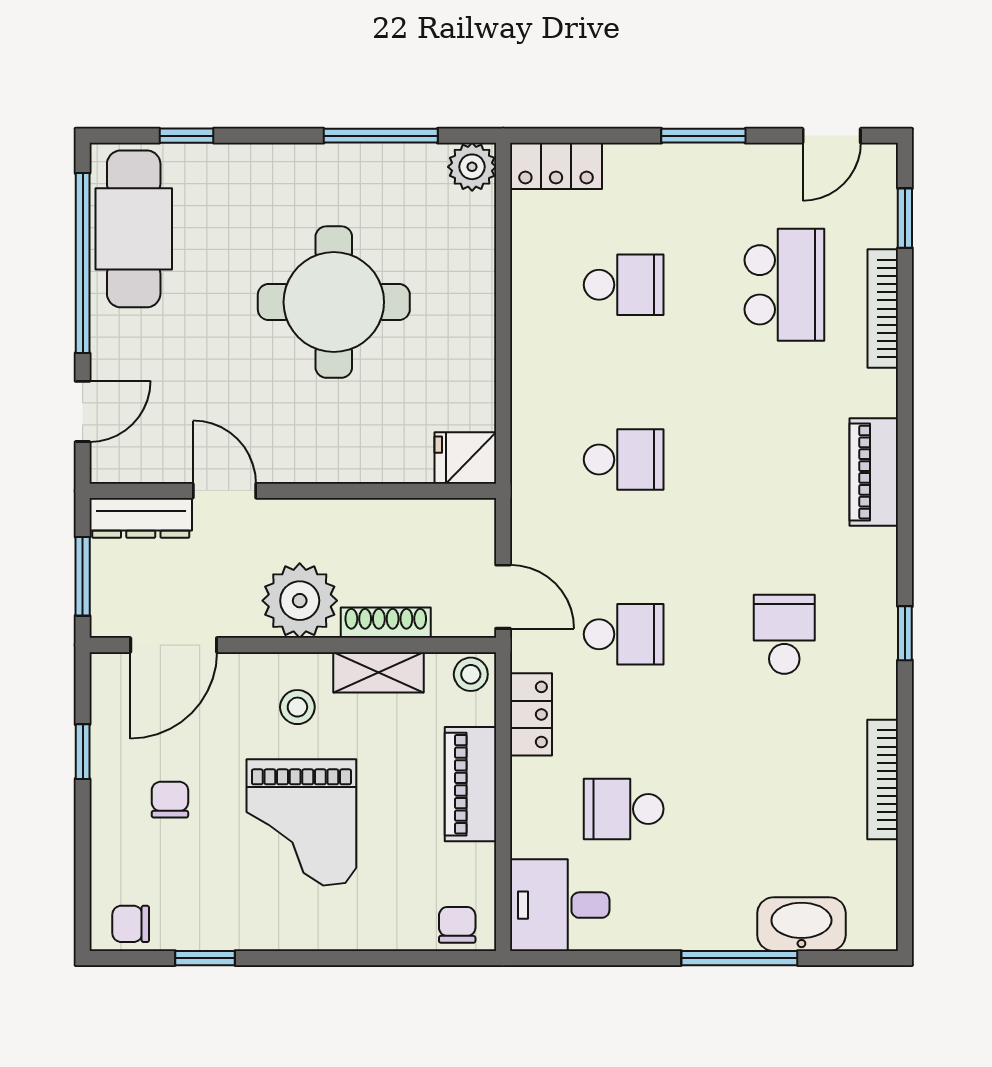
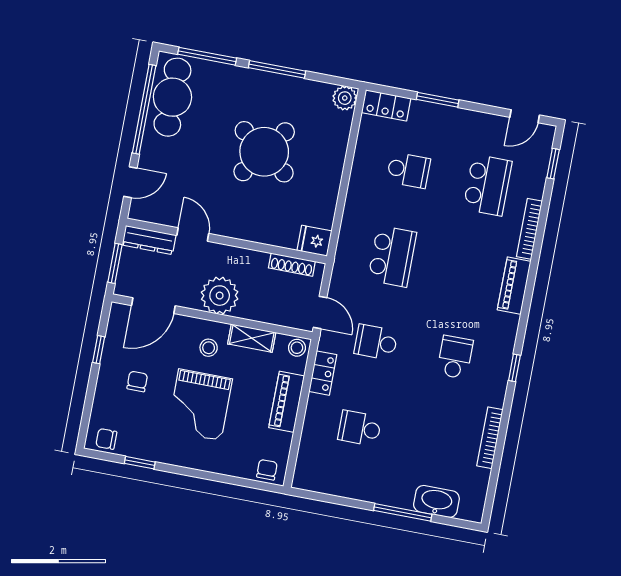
window: (187, 136) -> (207, 56), width x2.17
window: (381, 136) -> (277, 69), moved
window: (703, 136) -> (438, 100), moved
round table: (334, 302) -> (264, 152), turned 36
bookcase: (883, 309) -> (529, 229), moved
school desk: (624, 460) -> (392, 256), width x1.85
shoe rack: (386, 623) -> (292, 265), moved, turned 180
school desk: (624, 634) -> (376, 342), turned 180
desk: (560, 905) -> (319, 470), removed

